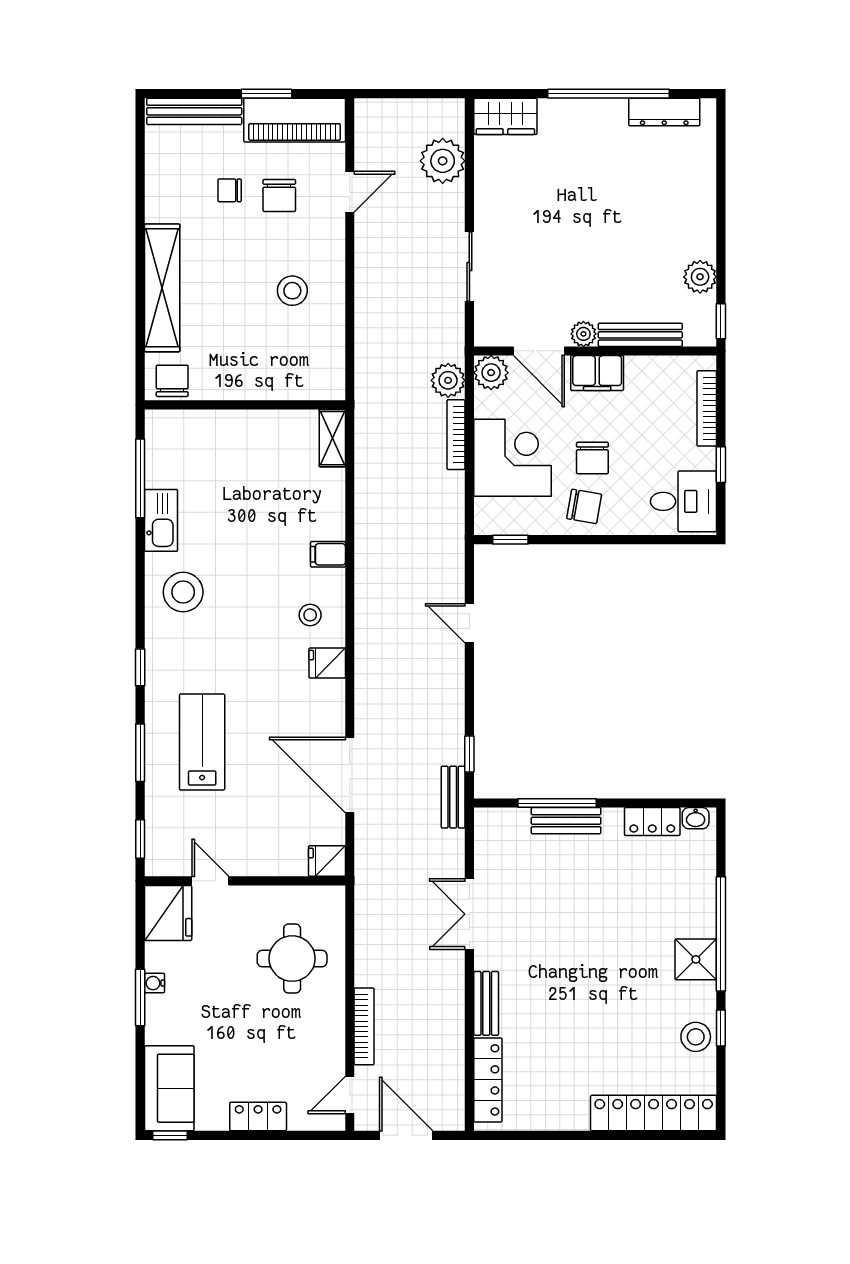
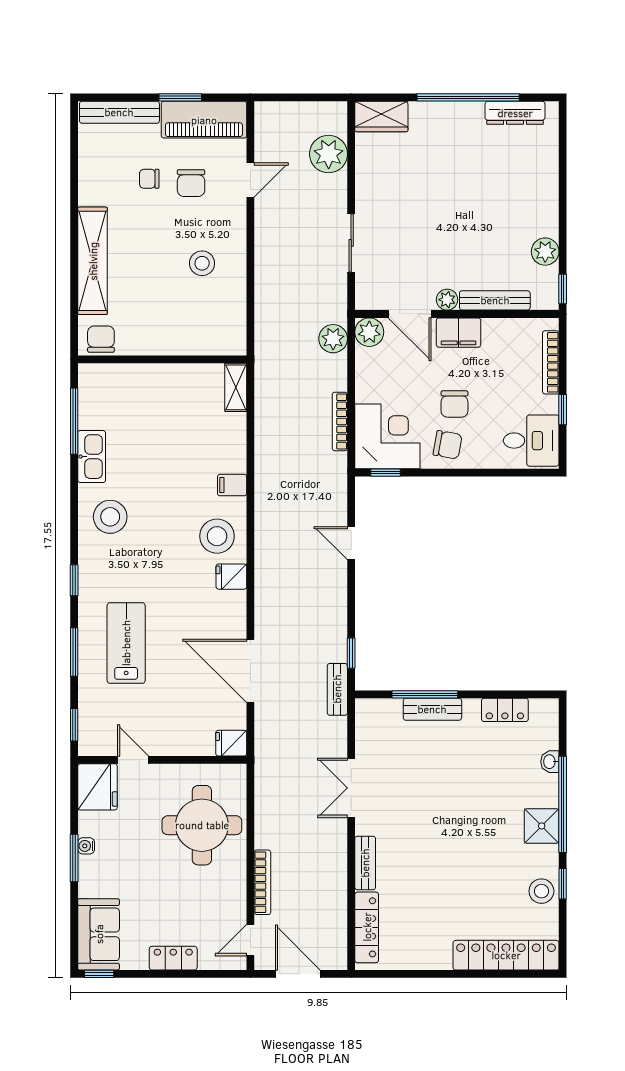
bookcase: (456, 435) -> (340, 421), moved
corner desk: (513, 458) -> (387, 436), moved
stool: (310, 615) -> (217, 536), width x1.89, depth x1.89
washbasin: (696, 818) -> (550, 762), moved, turned 90
round table: (292, 959) -> (202, 825), width x1.36, depth x1.36

